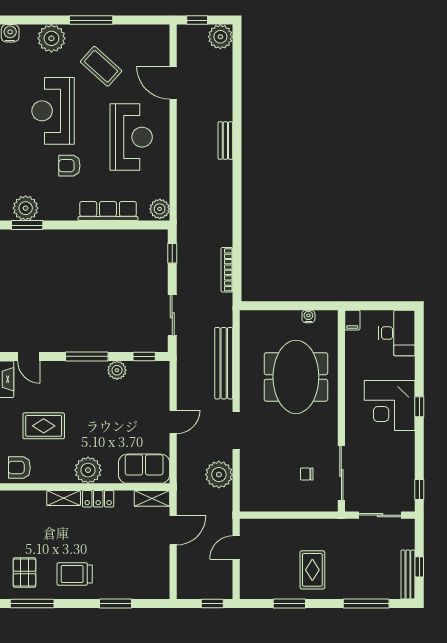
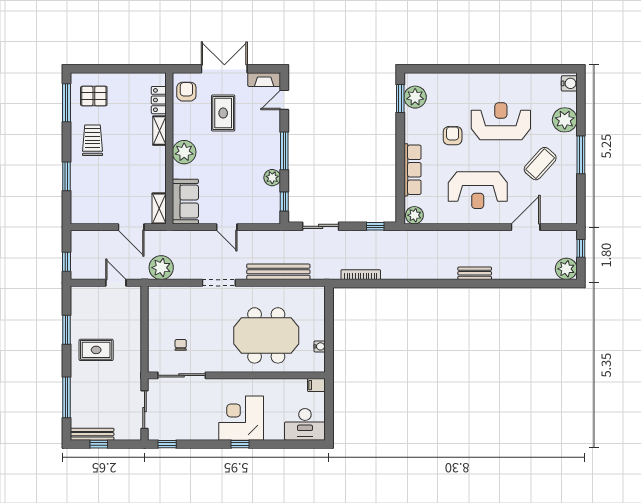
plant: (219, 475) -> (161, 268), moved
locker: (98, 499) -> (159, 100), moved

